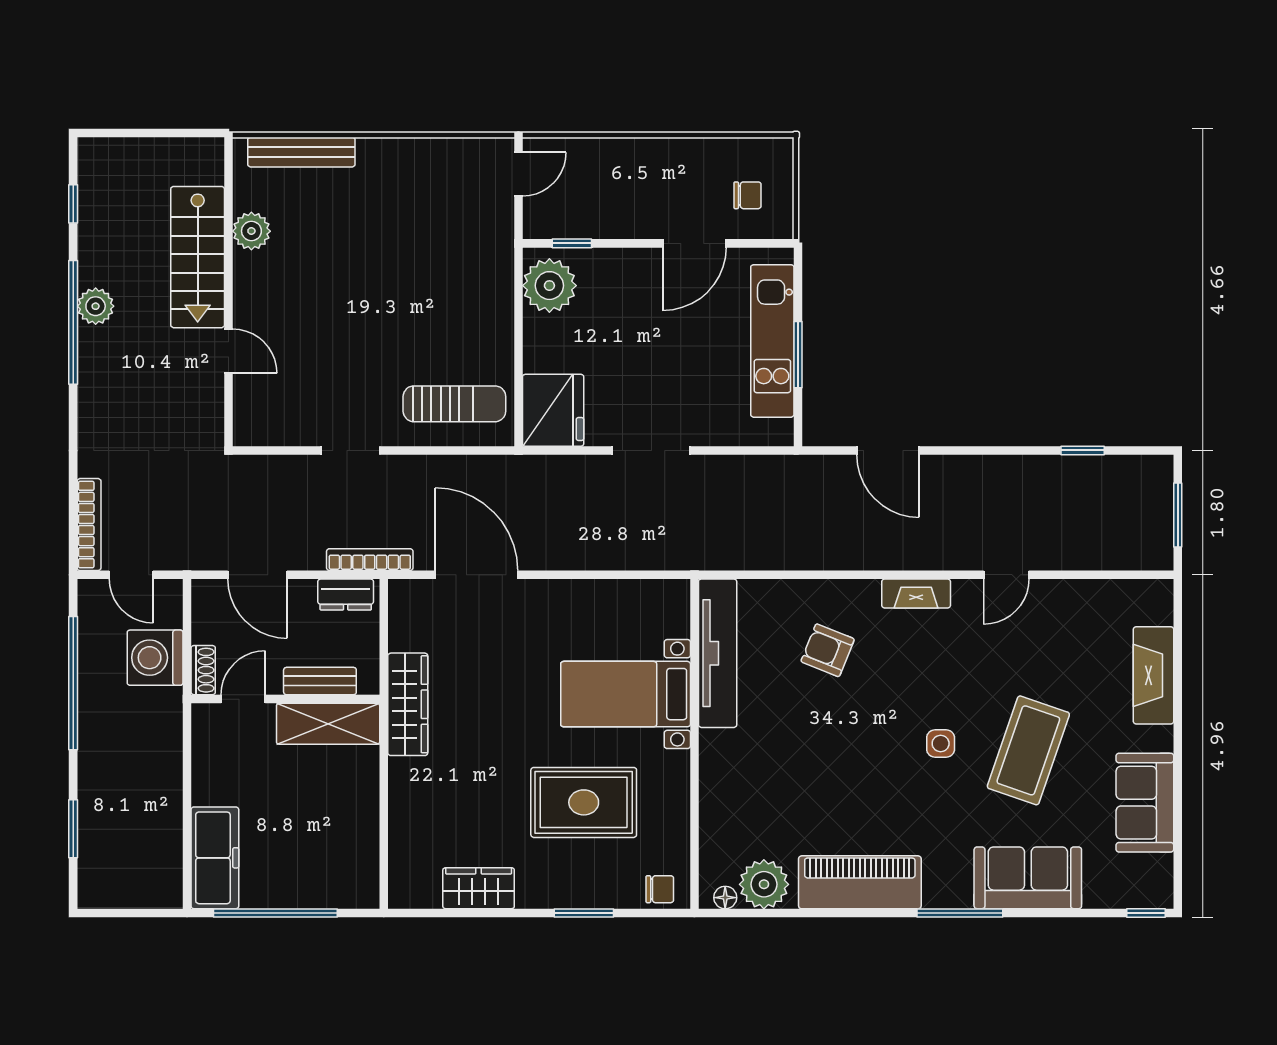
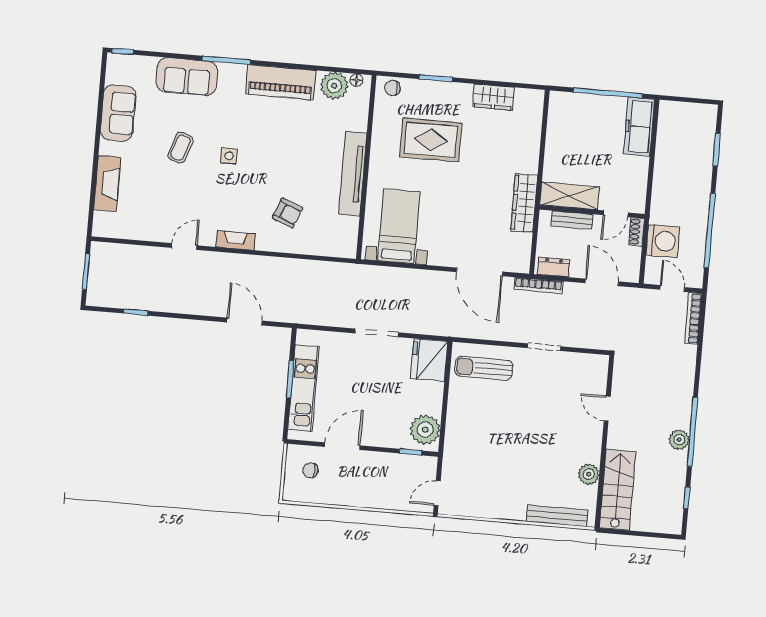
stairs: (198, 257) -> (618, 490), moved
tv unit: (718, 653) -> (353, 174), moved
bed with nightstands: (626, 694) -> (399, 226), moved, turned -90
coffee table: (1028, 750) -> (180, 148), width x0.54, depth x0.58

